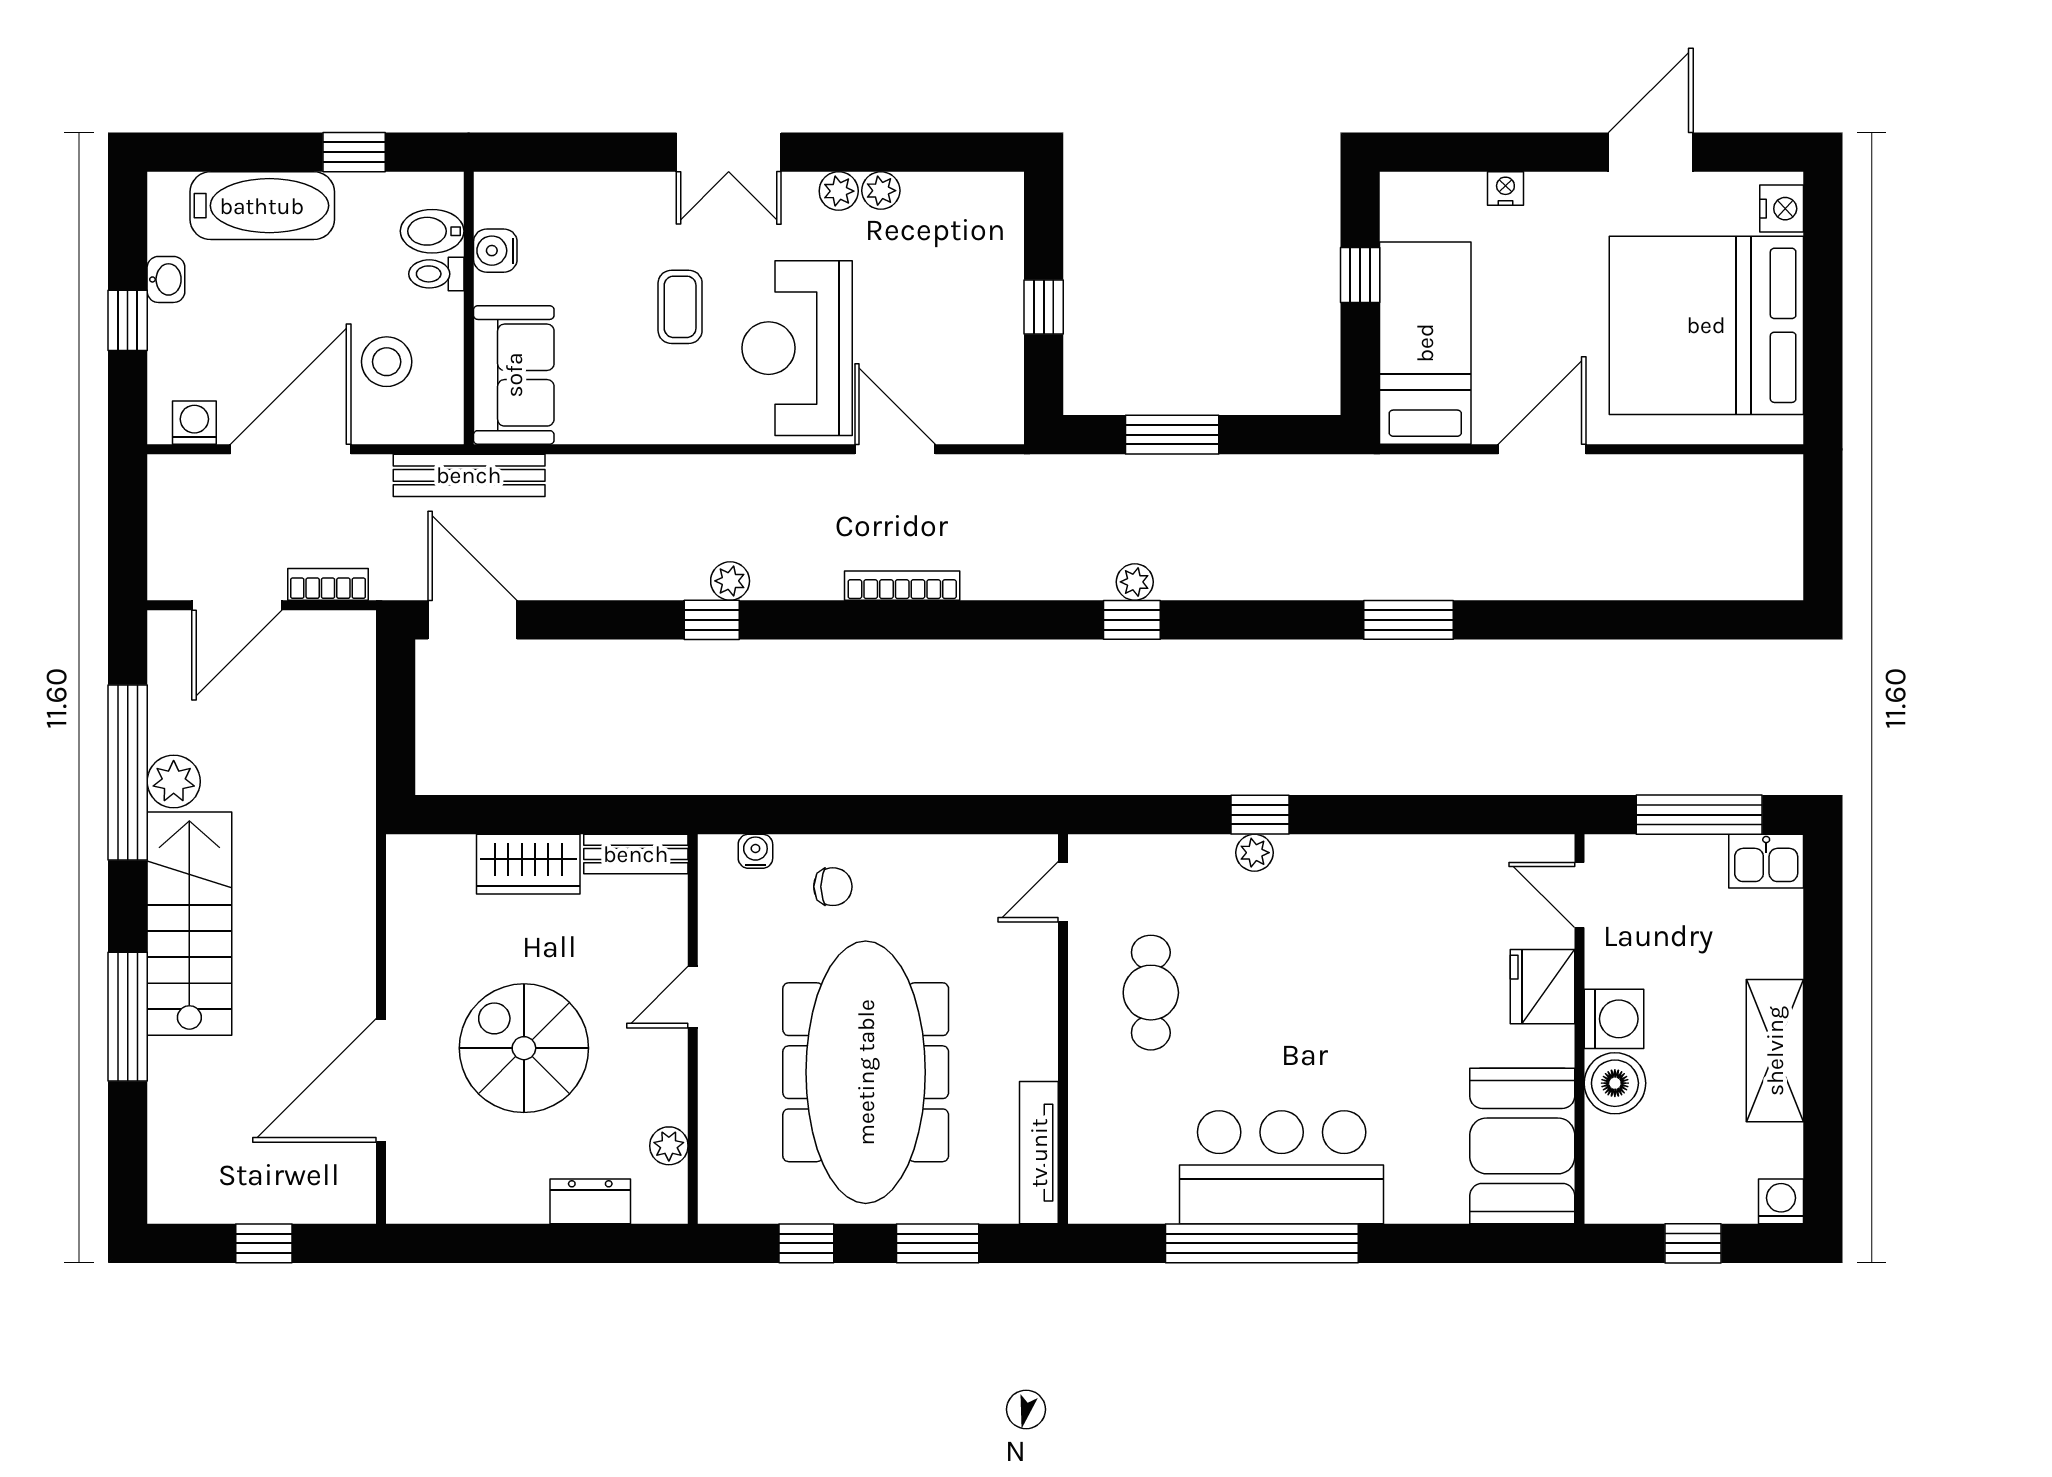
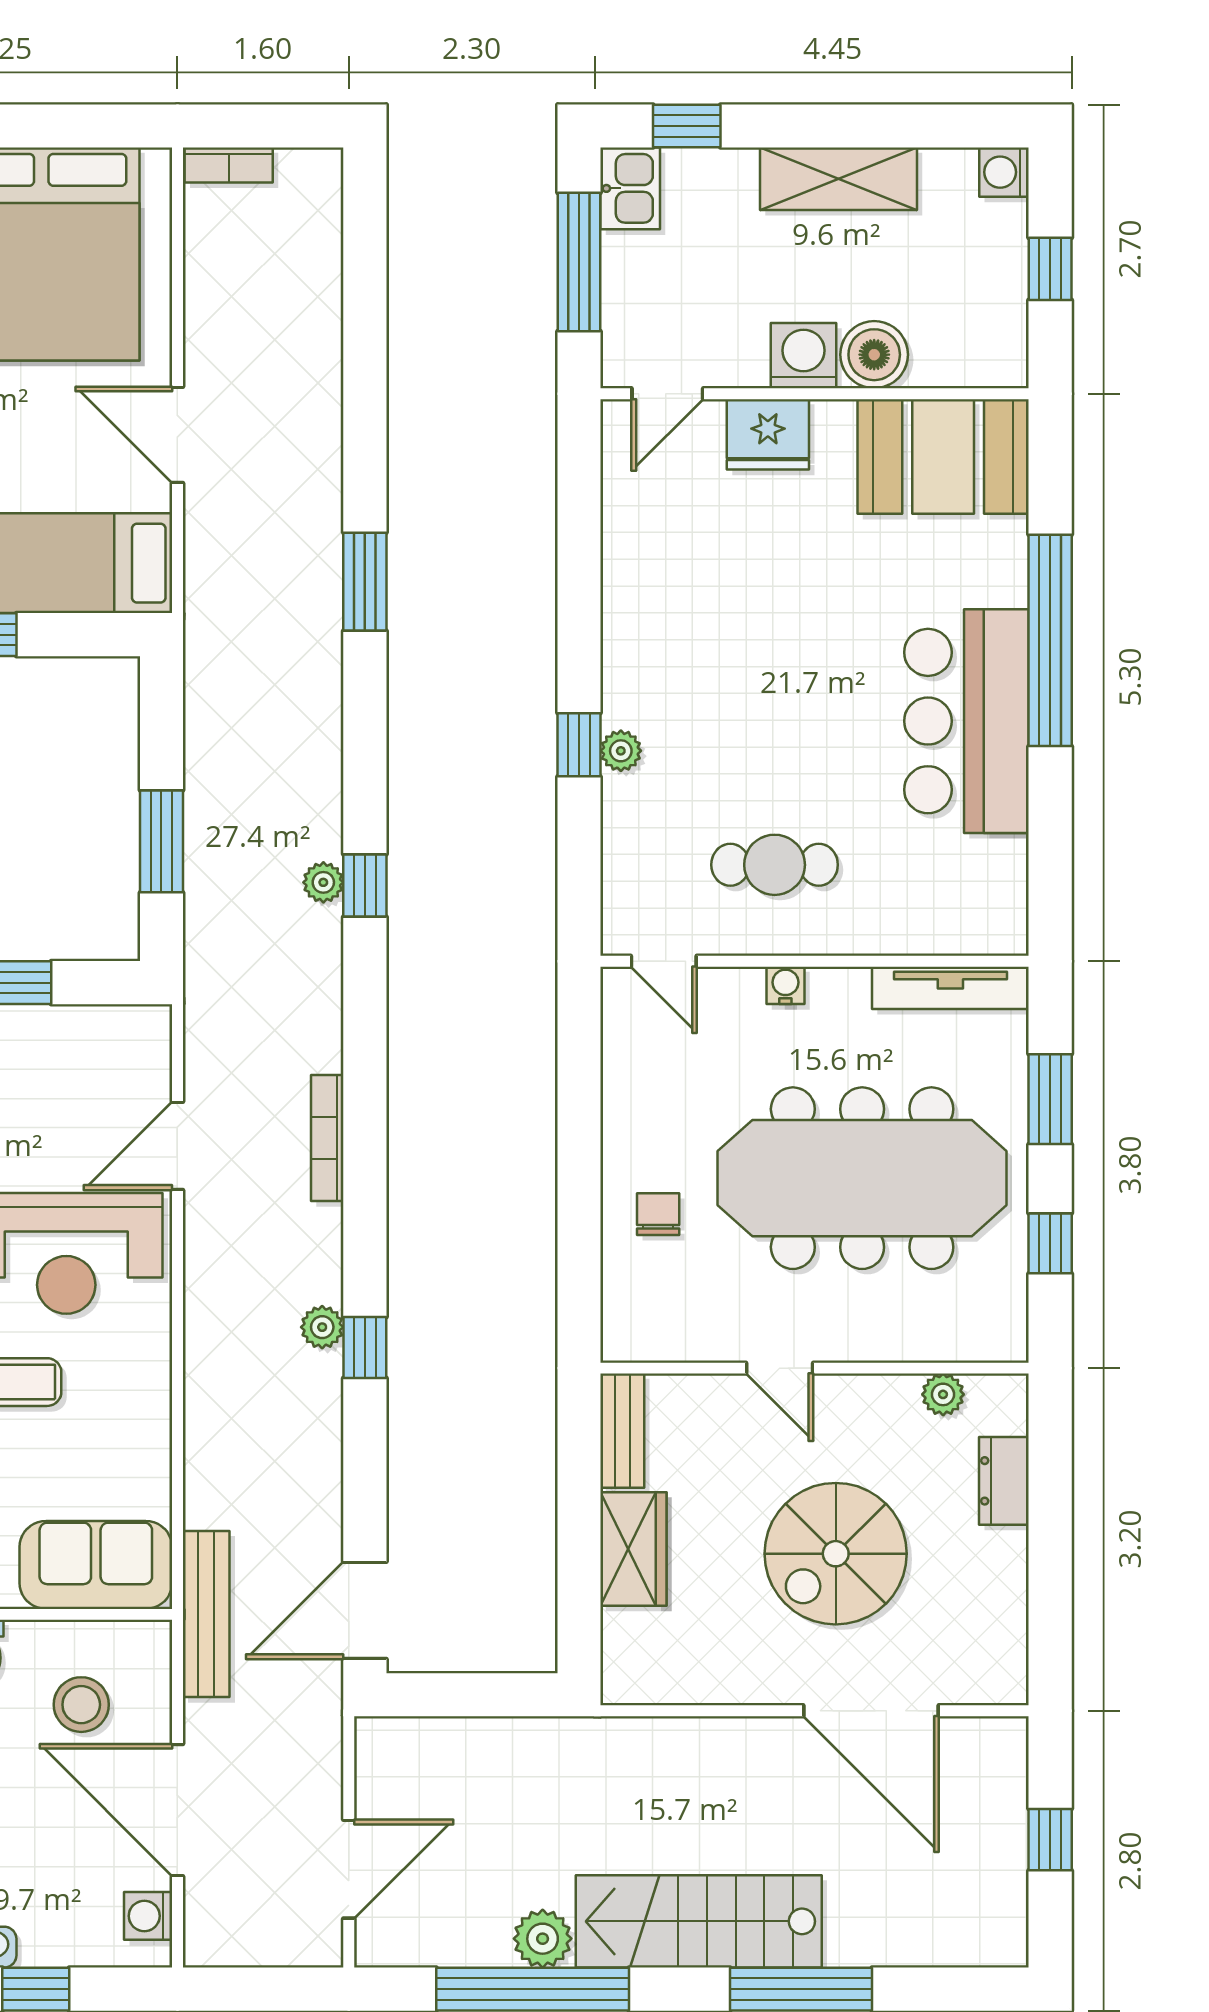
bookcase: (328, 584) -> (229, 165), moved, turned -90
door: (237, 605) -> (349, 1869), hinge flipped
water cooler: (755, 851) -> (785, 985), moved, turned 90
window: (1823, 913) -> (687, 126), added
window: (1262, 1243) -> (1050, 640), moved

